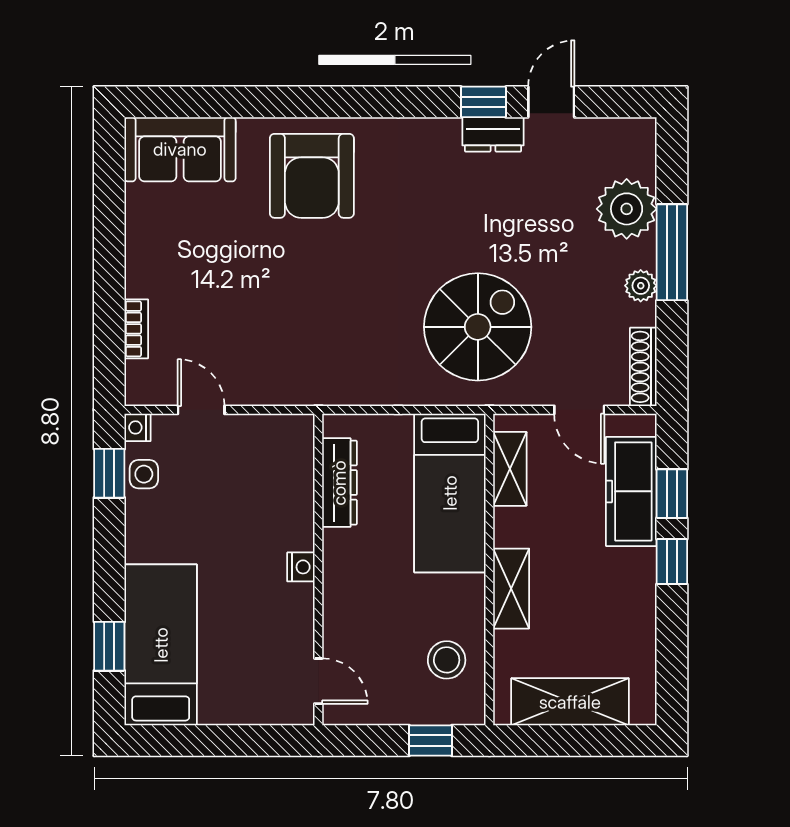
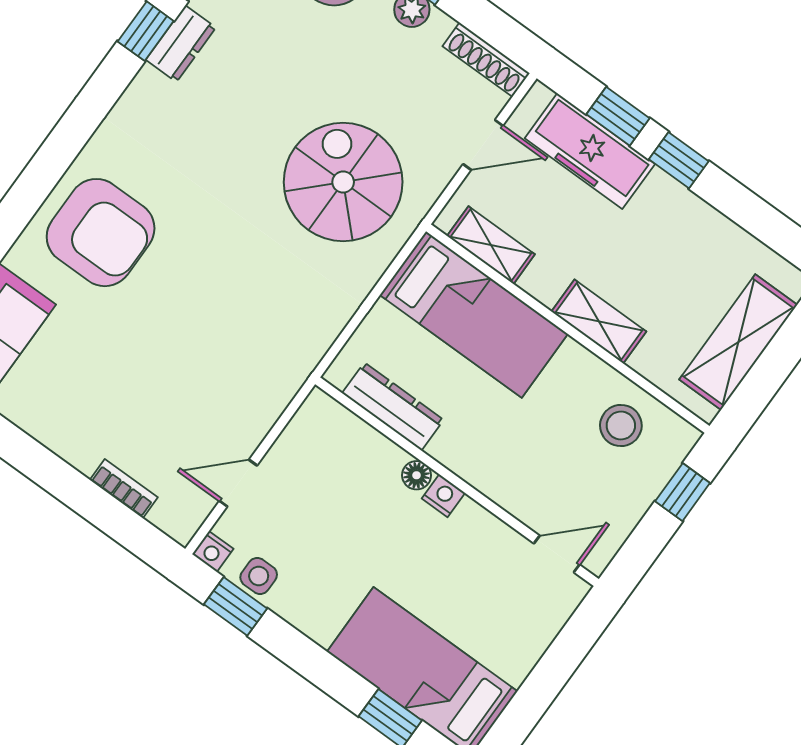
floor lamp: (302, 536) -> (417, 475), added

